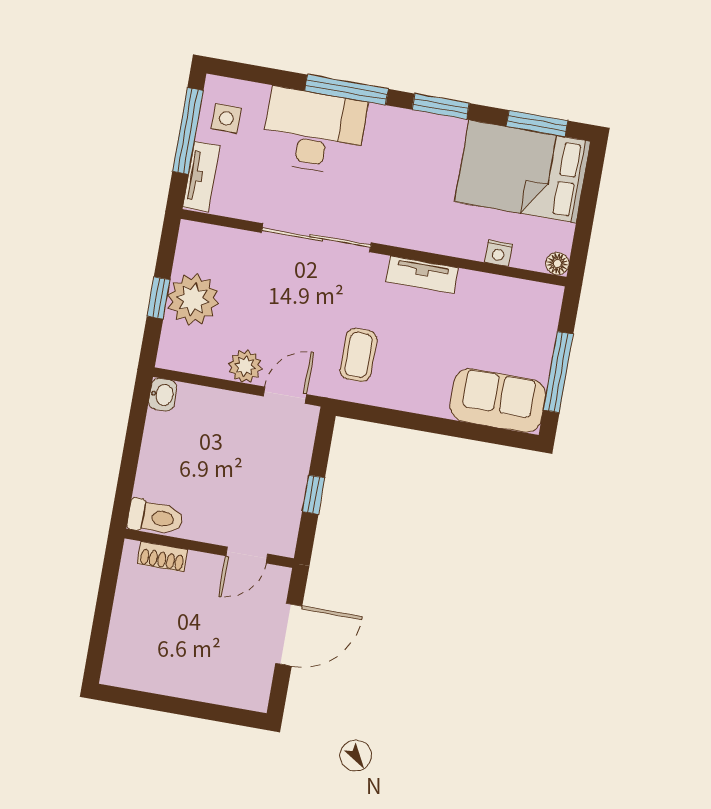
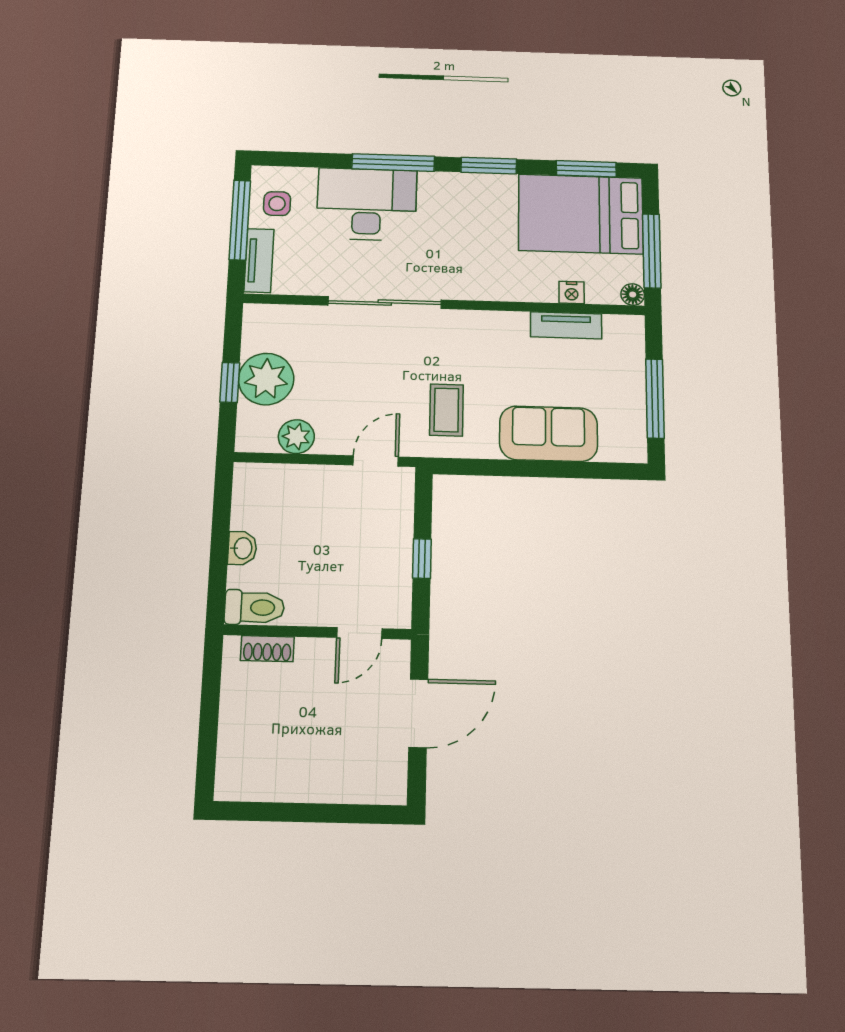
window: (585, 221) -> (652, 251), added
tv unit: (422, 275) -> (566, 325), moved
plant: (245, 366) -> (296, 437), moved
washbasin: (163, 395) -> (242, 548), moved
sofa: (498, 401) -> (549, 434), moved

